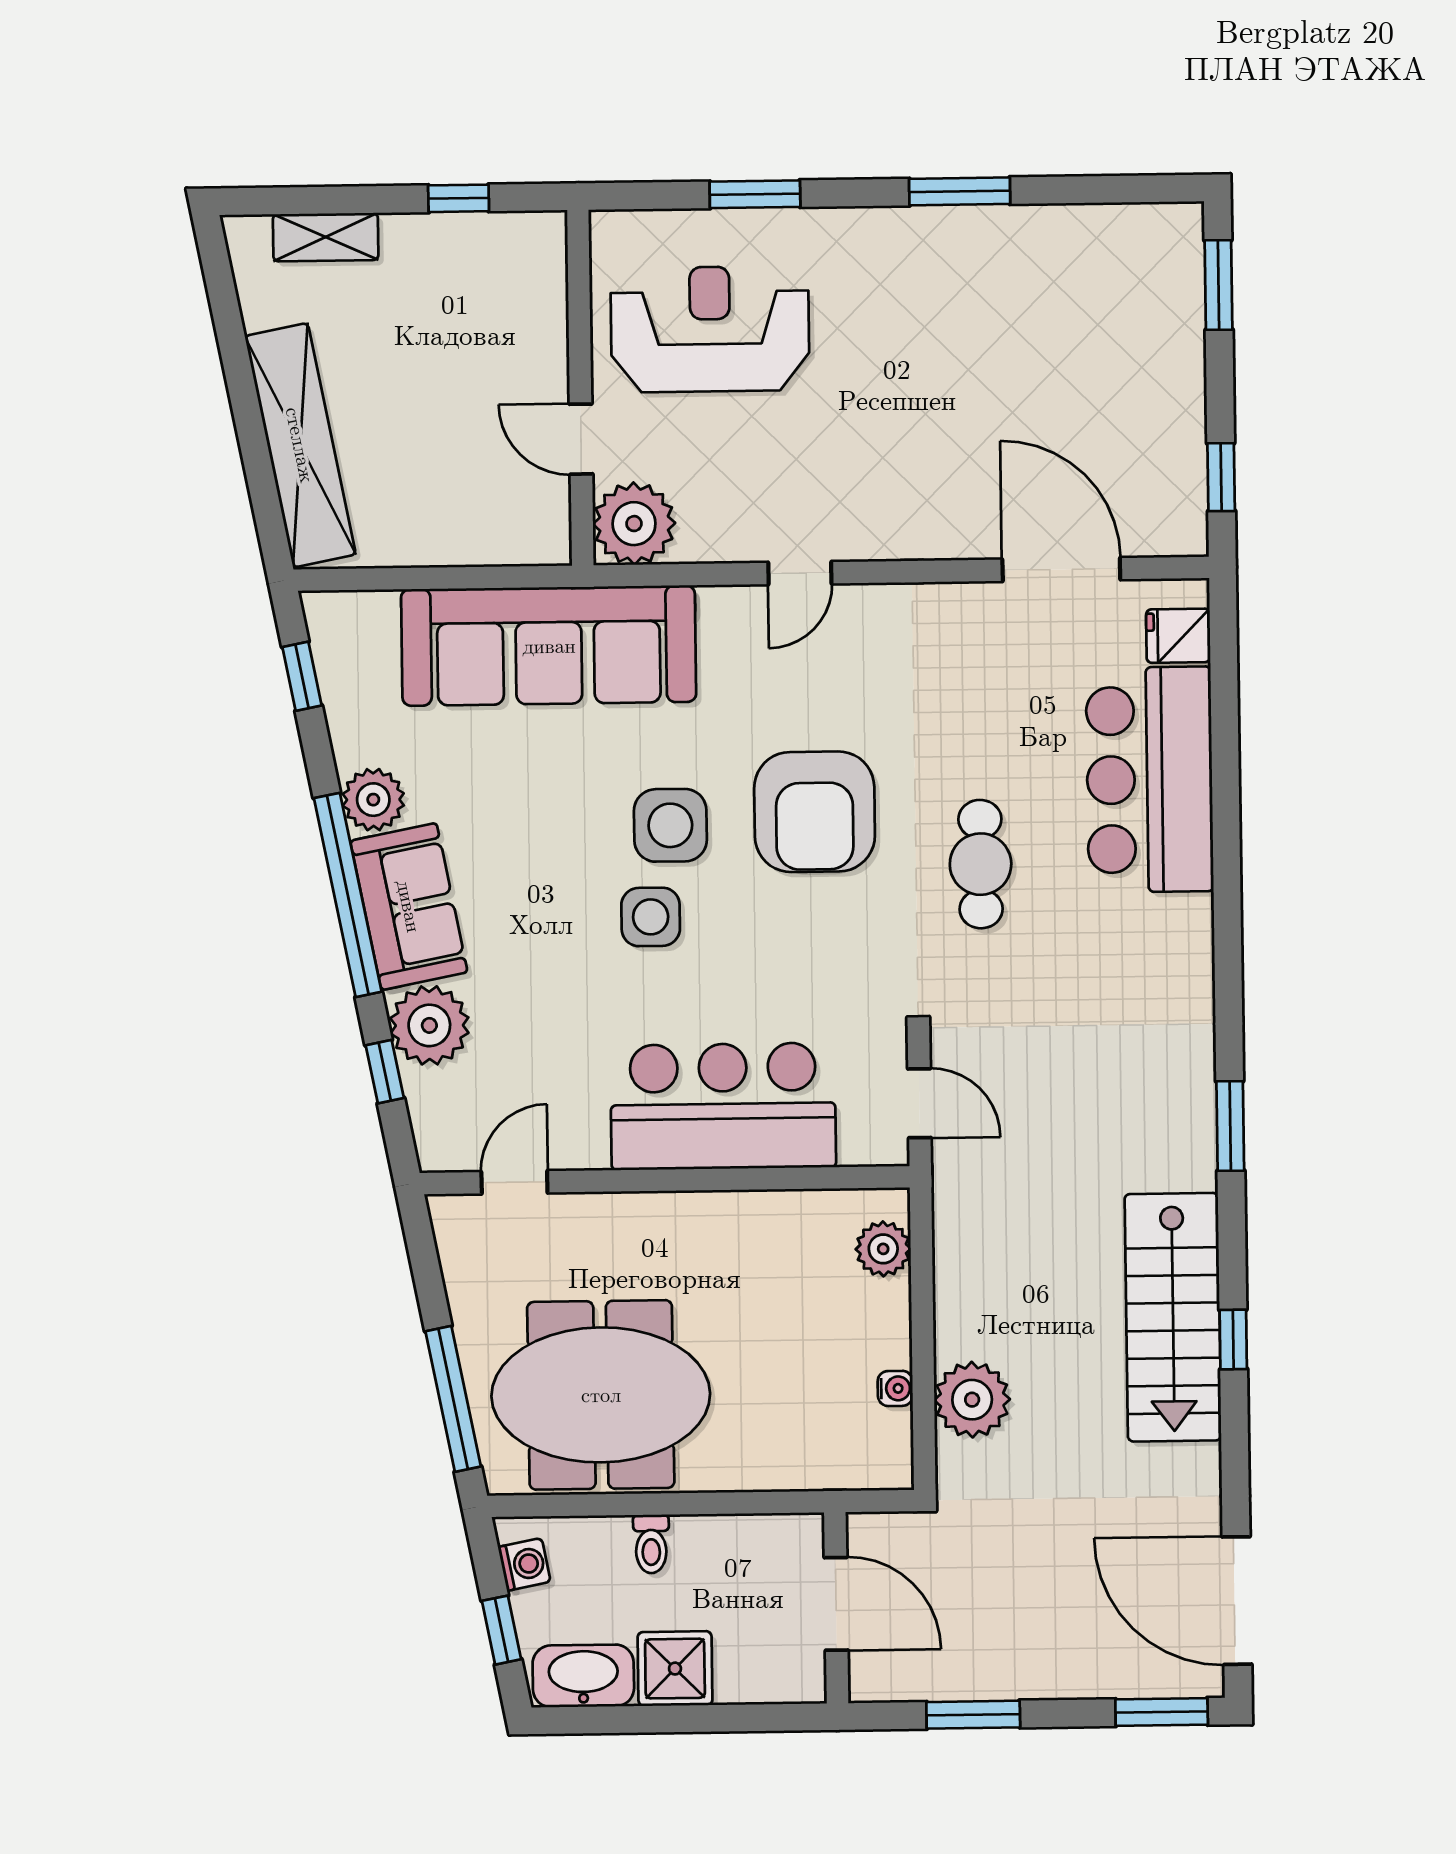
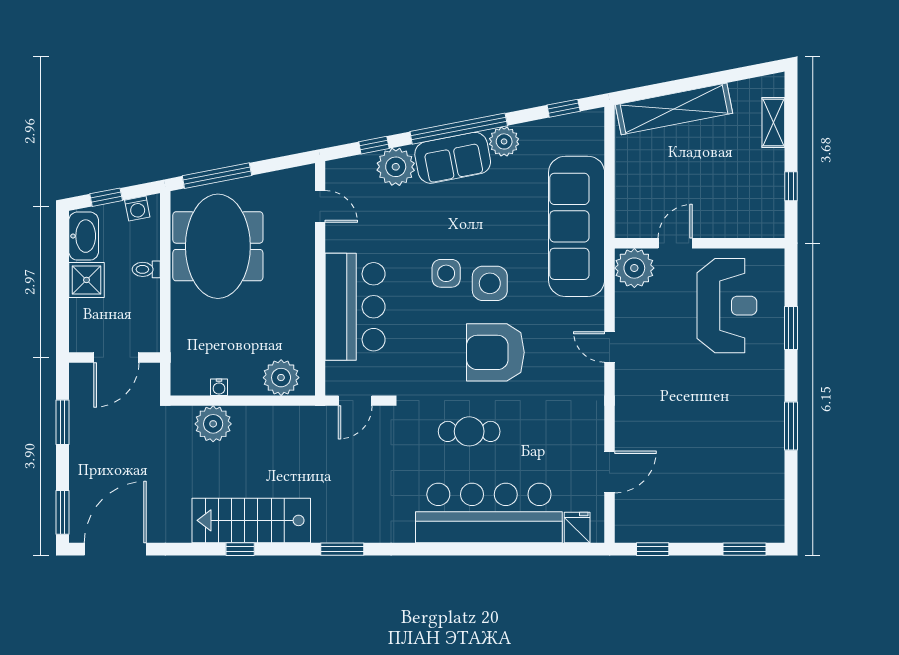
door: (1061, 569) -> (610, 472), width x0.73
bar counter: (1150, 780) -> (489, 513), width x1.36
plant: (883, 1249) -> (281, 378), width x1.36, depth x1.36

